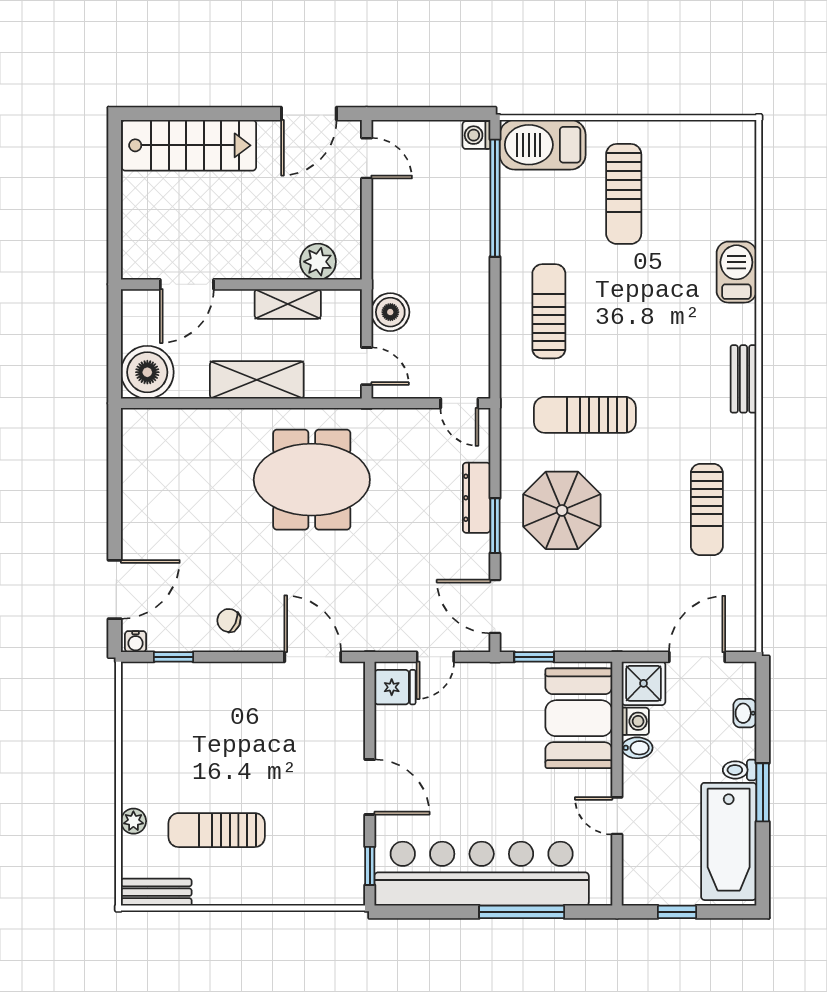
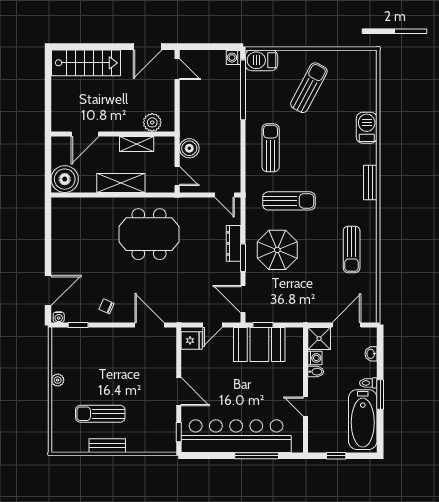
barbecue: (543, 145) -> (261, 60), width x0.73, depth x0.83
sun lounger: (624, 194) -> (309, 88), turned -152
sun lounger: (585, 415) -> (289, 201), turned 180
booth: (579, 718) -> (259, 345), moved, turned 90
plant: (133, 821) -> (58, 380), moved
bench: (156, 892) -> (107, 446), moved

